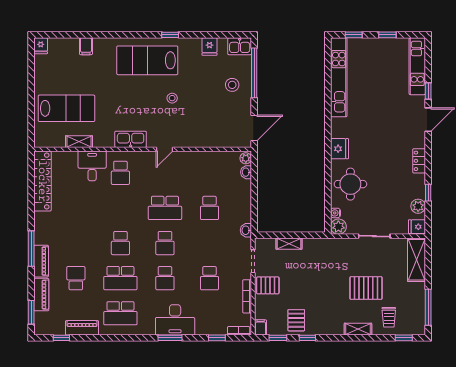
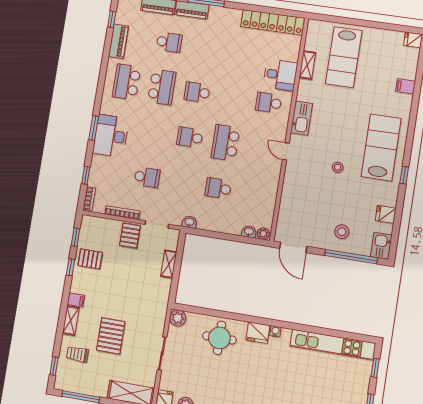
water cooler: (335, 213) -> (275, 331), moved
school desk: (120, 278) -> (162, 87), turned 180
school desk: (165, 278) -> (154, 132), removed
school desk: (209, 278) -> (147, 177), turned 180
filing cabinet: (261, 327) -> (76, 300), moved

